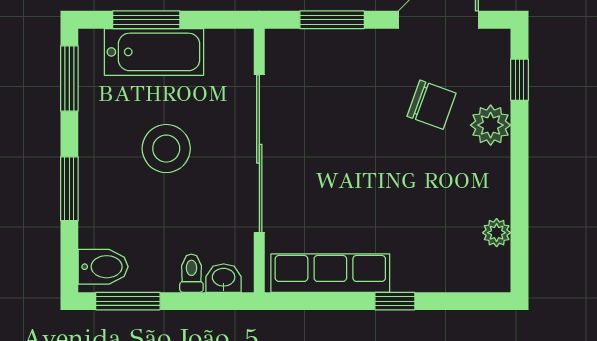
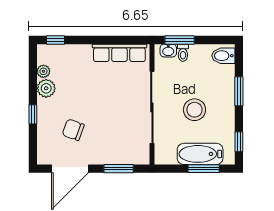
window: (69, 79) -> (239, 142), width x0.67
window: (520, 80) -> (33, 114), moved
plant: (491, 125) -> (46, 88), moved
window: (128, 301) -> (180, 40), moved
window: (395, 301) -> (55, 40), moved

